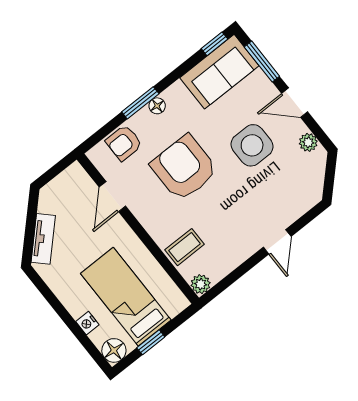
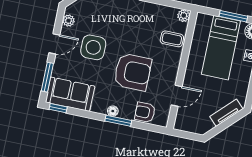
door: (295, 103) -> (54, 44), hinge flipped
armchair: (124, 143) -> (145, 112), turned 180
armchair: (184, 168) -> (133, 72), turned -90
window: (151, 342) -> (233, 16), width x1.50

